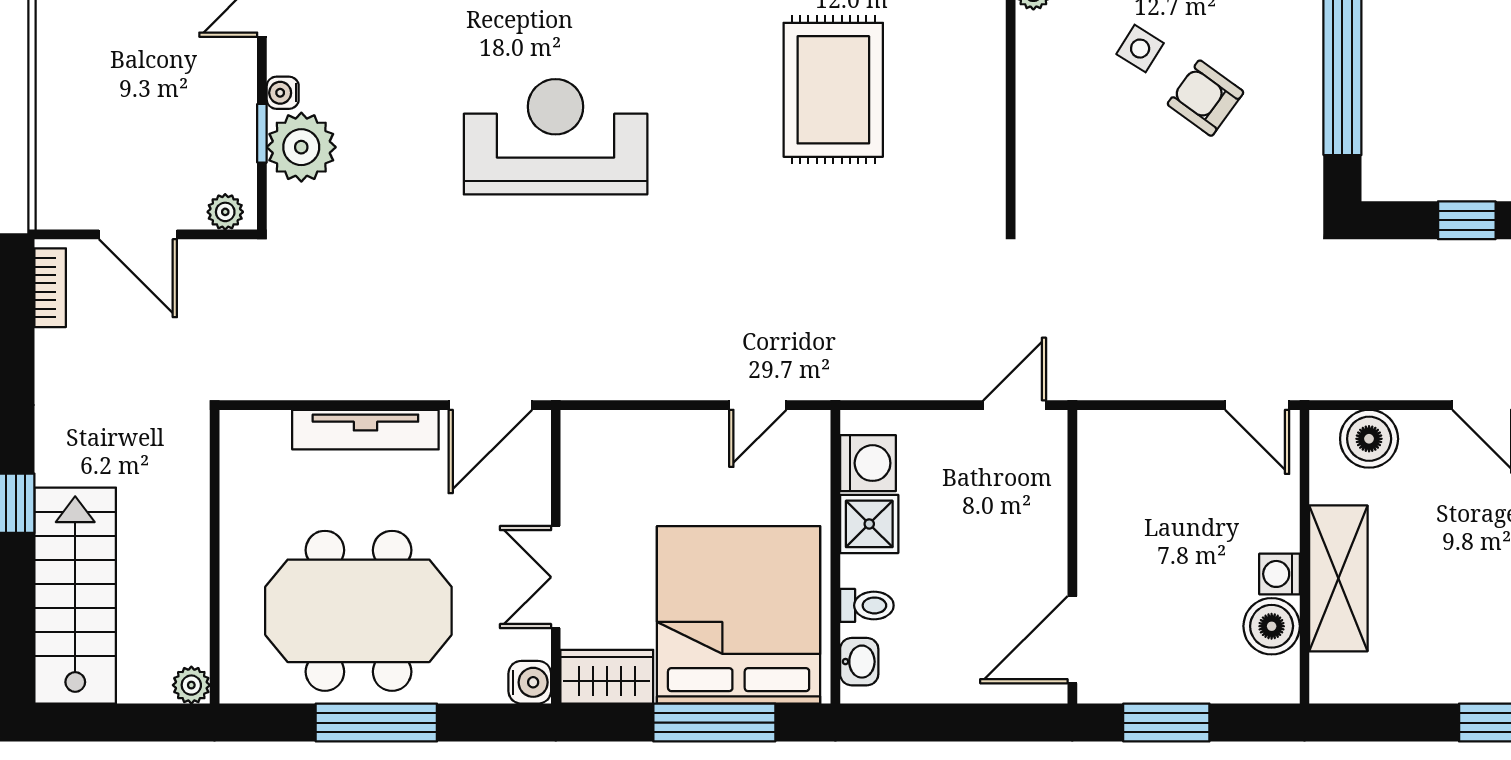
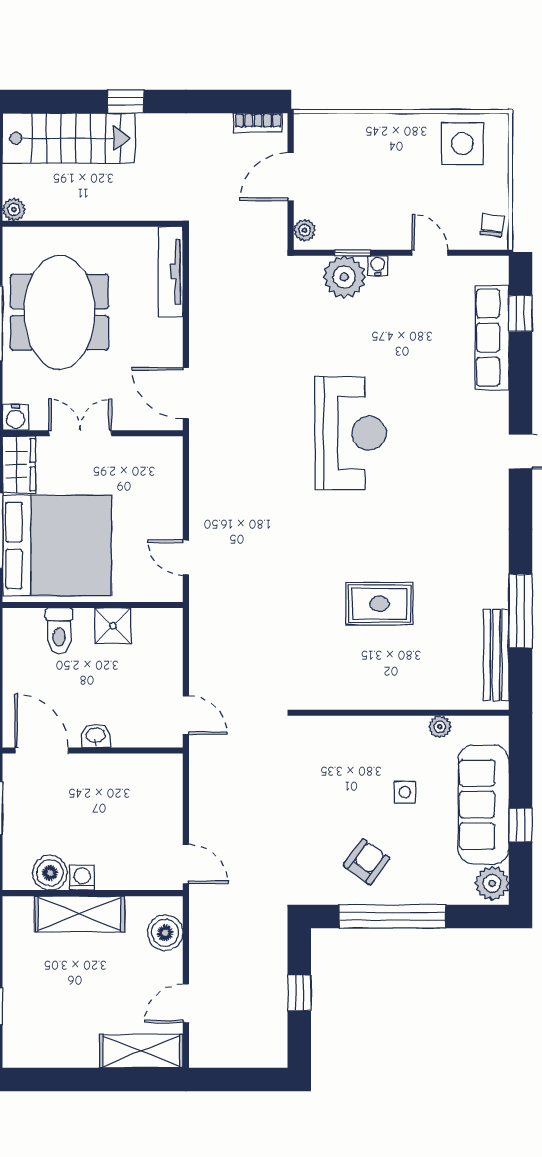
side table: (1140, 49) -> (405, 792), turned -32
rug: (833, 90) -> (379, 604), width x0.73, depth x0.70
armchair: (1205, 98) -> (367, 862), moved
door: (1257, 405) -> (186, 864), swing flipped
tv unit: (365, 430) -> (171, 272), moved
washing machine: (868, 463) -> (150, 625), removed
toilet: (867, 605) -> (59, 631), width x1.37, depth x1.39
washbasin: (859, 662) -> (96, 736), moved, turned 180

